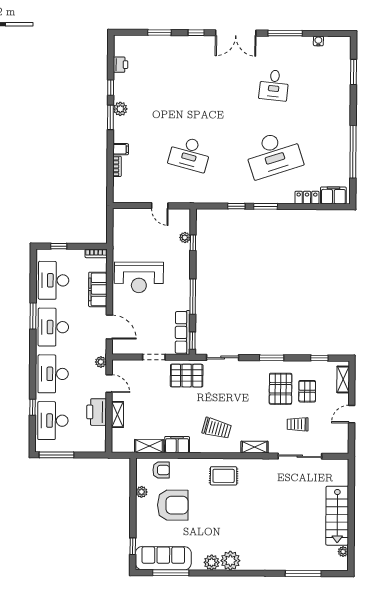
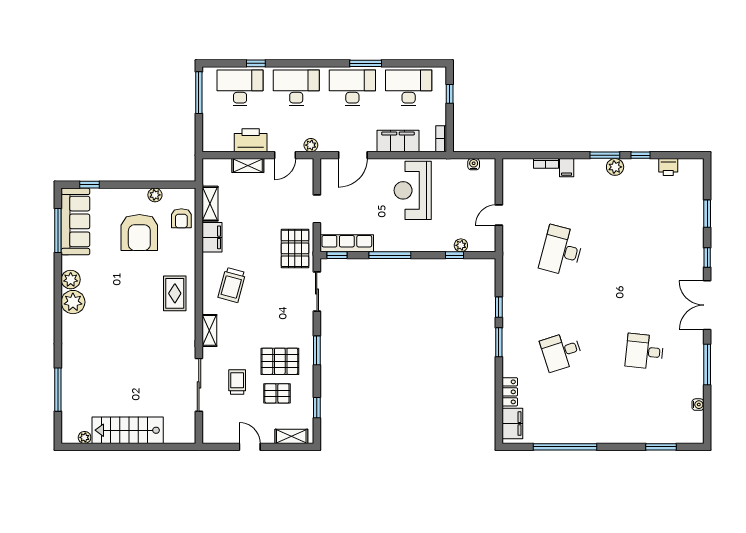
desk: (274, 154) -> (561, 351), width x0.53, depth x0.77
water cooler: (117, 227) -> (474, 164), added

